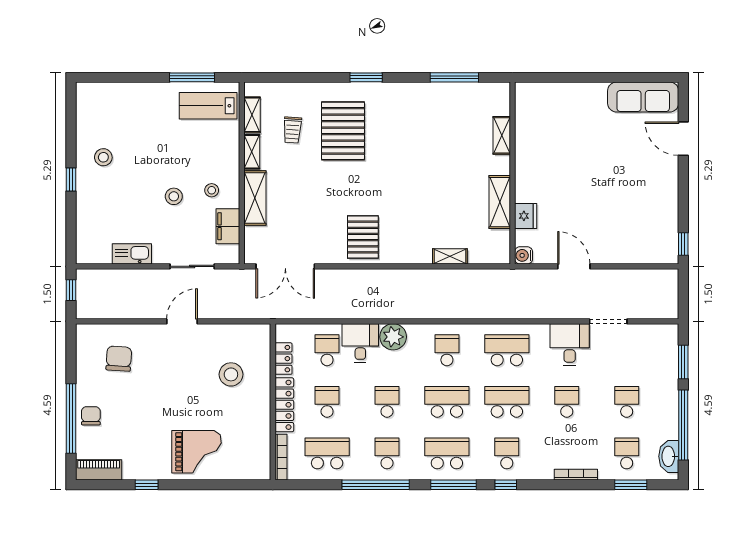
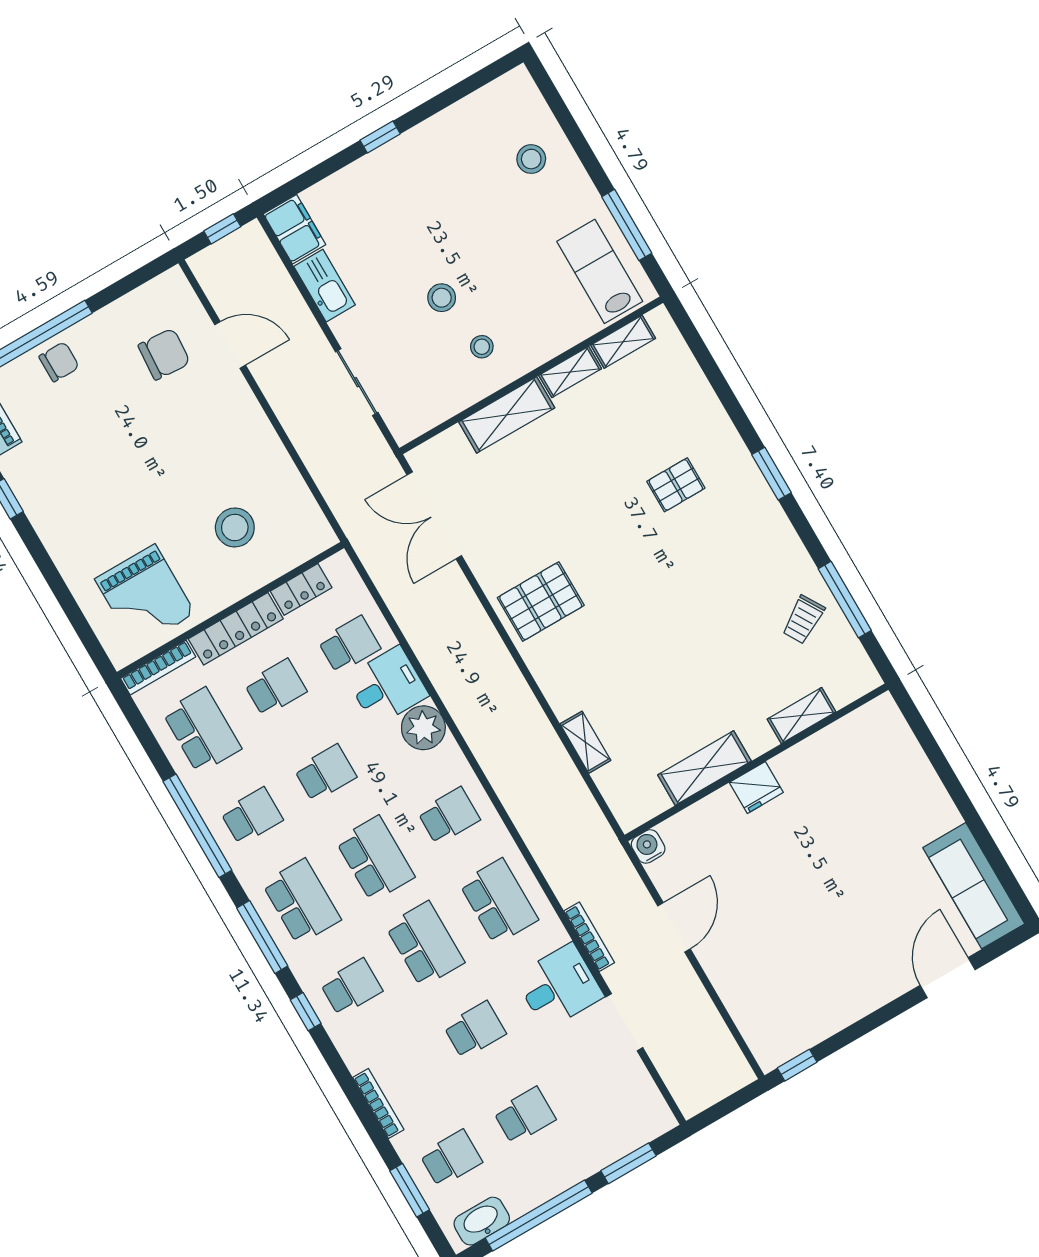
trolley: (292, 130) -> (803, 620), moved, turned -35
pallet: (343, 131) -> (676, 485), width x0.49, depth x0.50
stool: (103, 157) -> (531, 159), moved
fridge: (526, 216) -> (756, 787), moved
filing cabinet: (228, 226) -> (294, 229), moved, turned 90
bookcase: (553, 314) -> (589, 937), added
door: (182, 321) -> (230, 345), moved
grand piano: (196, 452) -> (145, 596), moved

